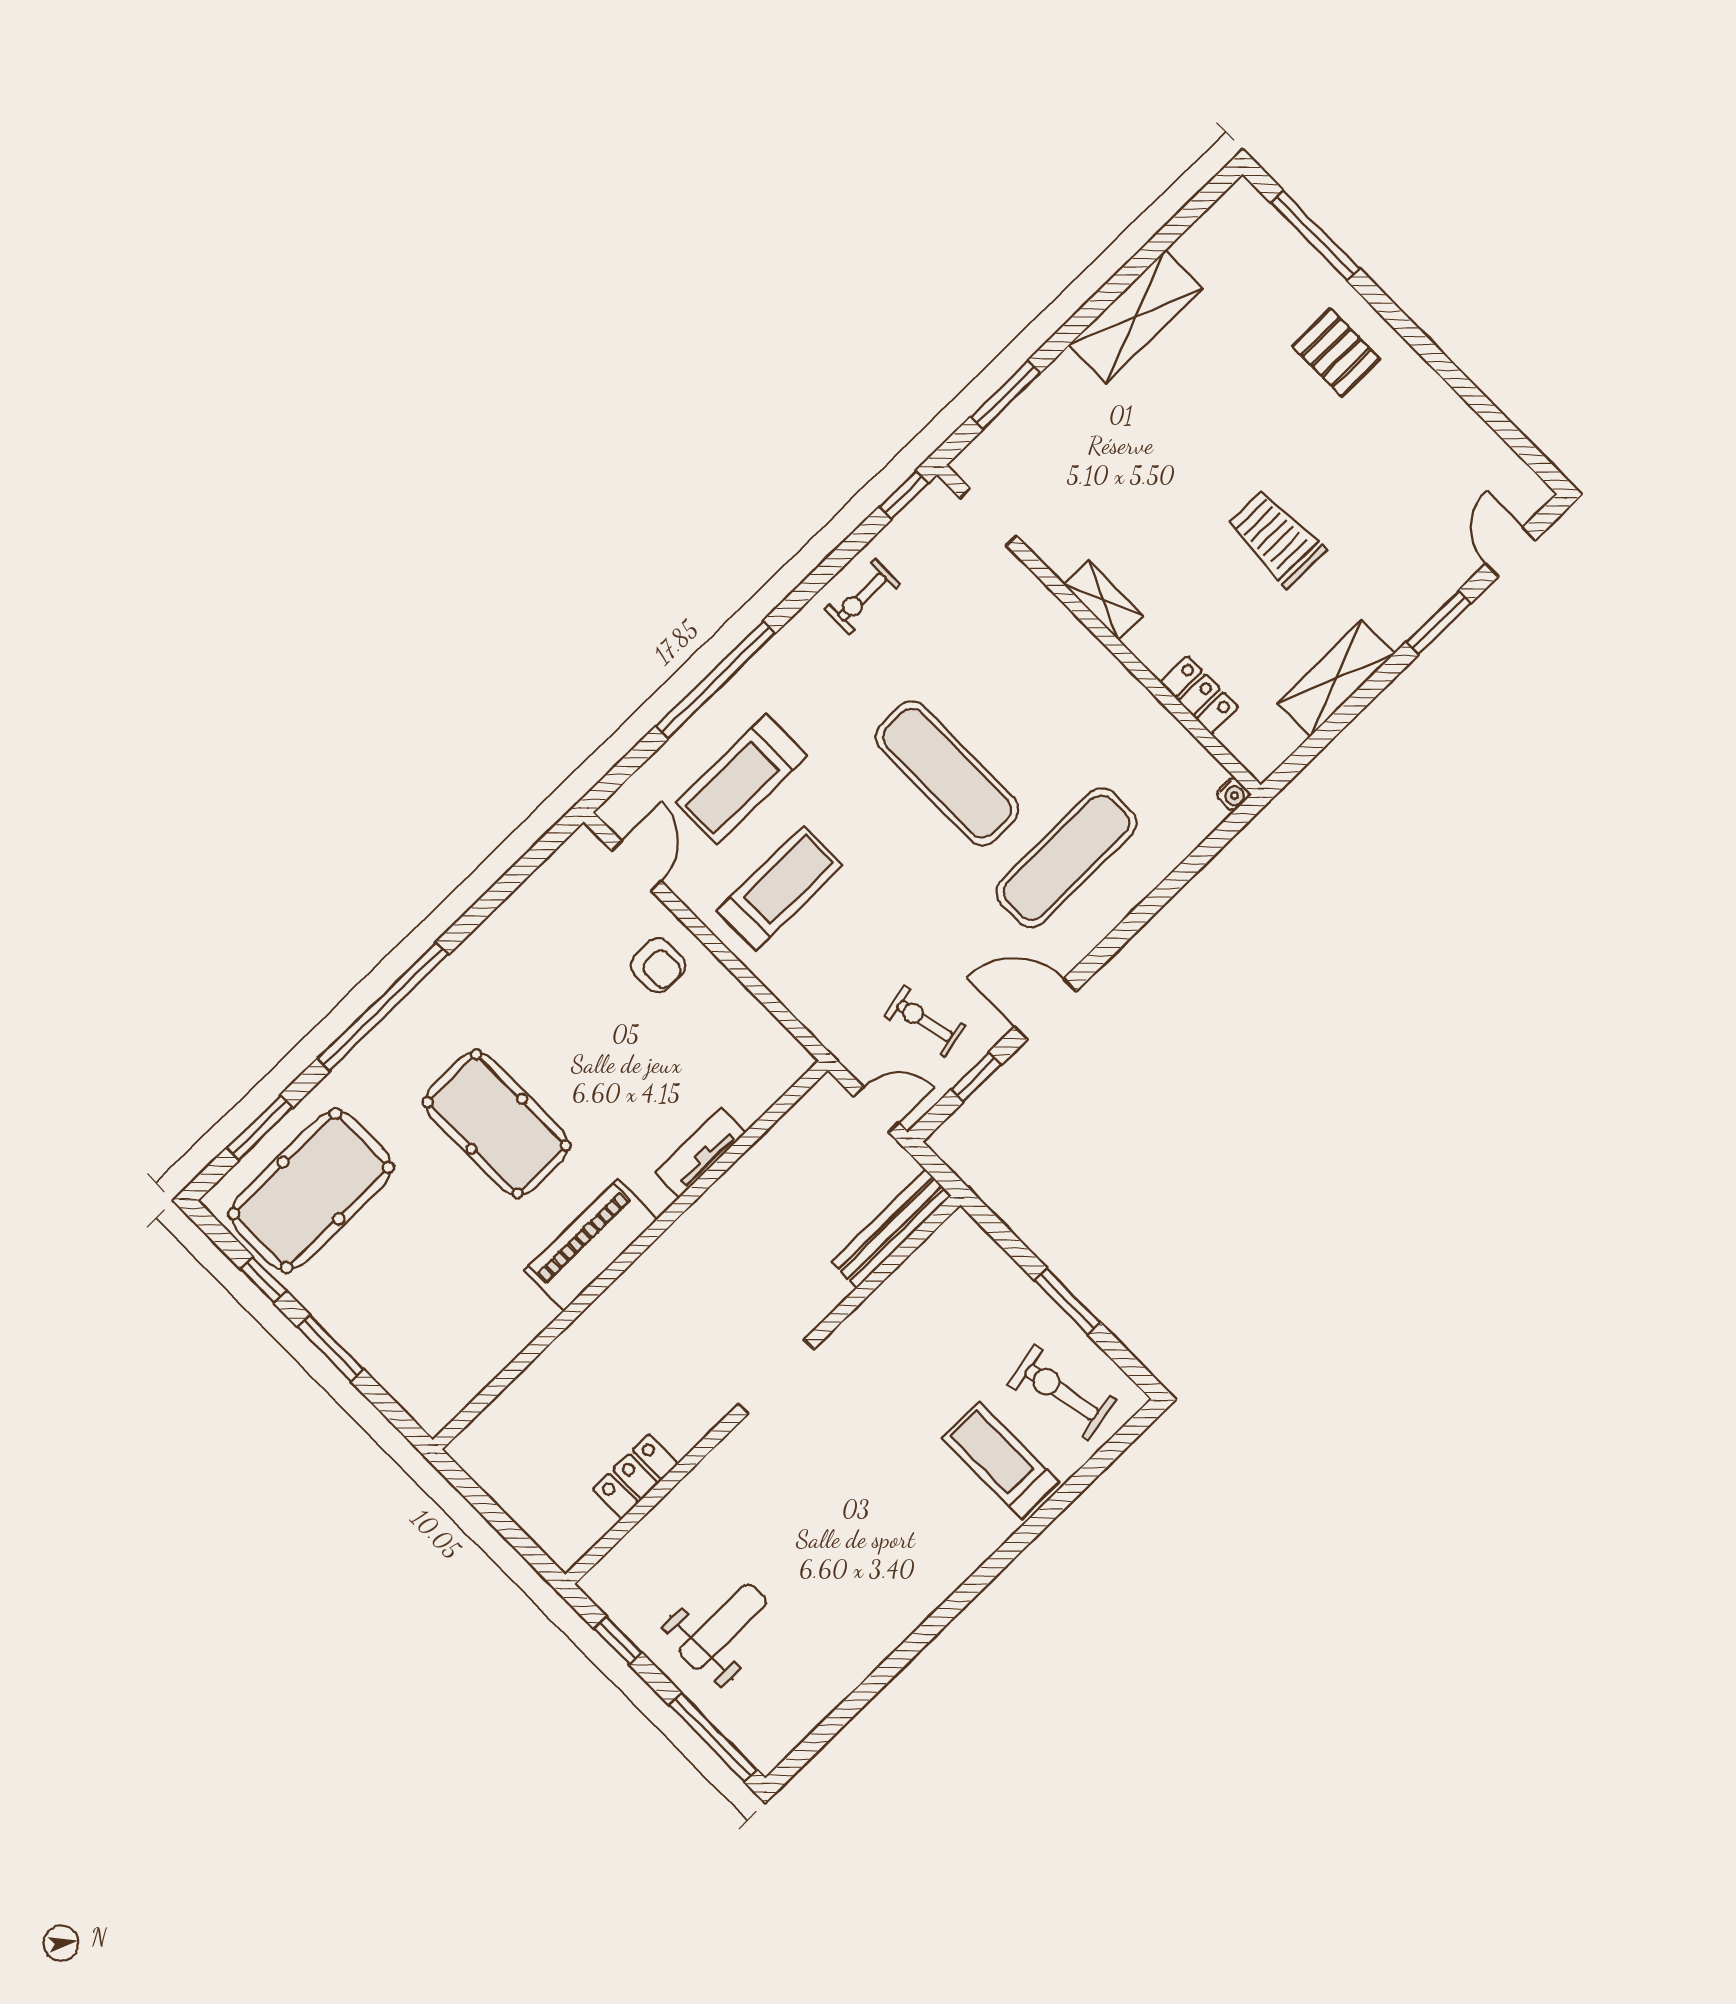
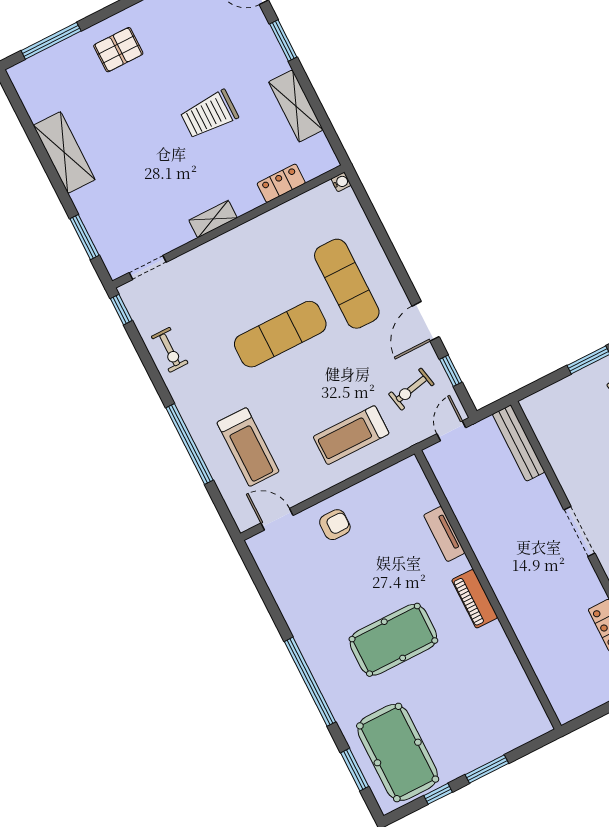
treadmill: (780, 888) -> (351, 435), moved, turned -90
piano: (591, 1245) -> (475, 599), width x0.73, depth x0.75

